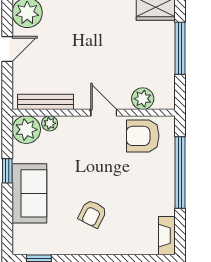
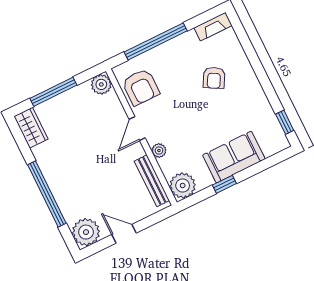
plant: (143, 99) -> (101, 84), moved
plant: (50, 123) -> (159, 151), moved
armchair: (92, 214) -> (214, 78), moved, turned 92

